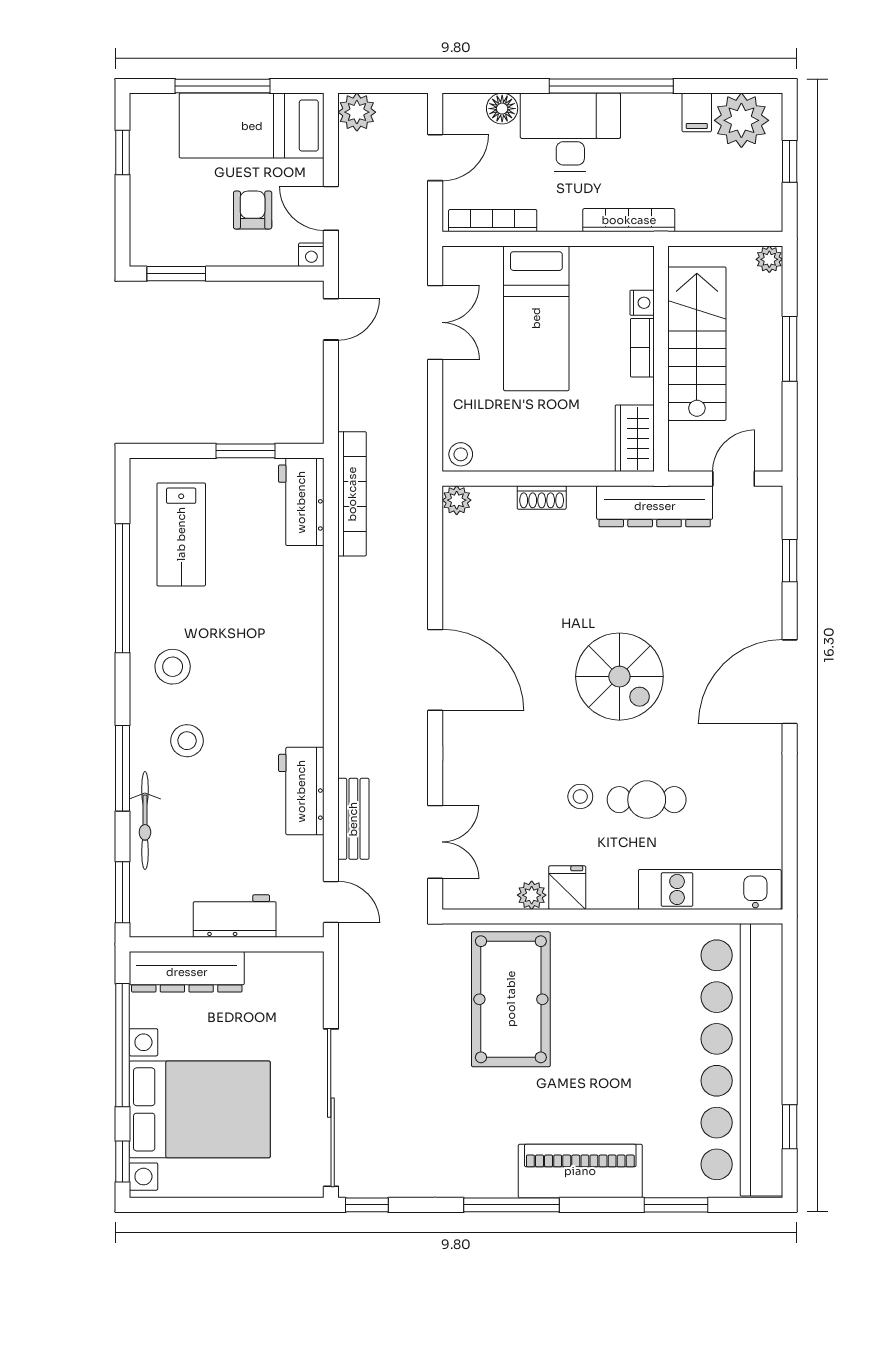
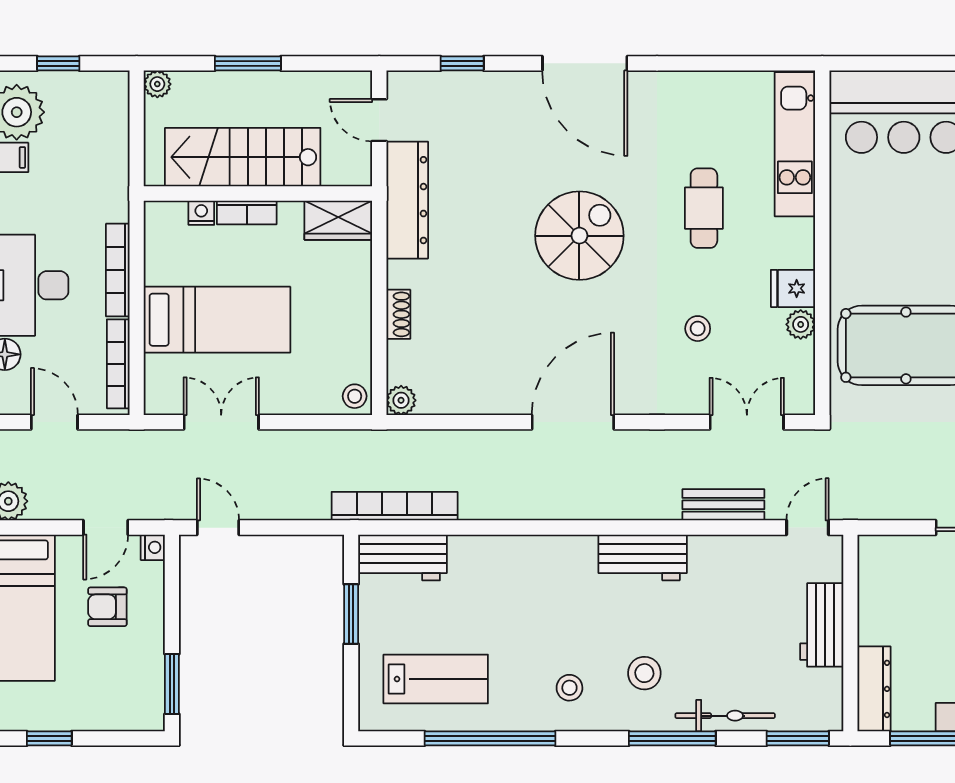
bookcase: (629, 220) -> (118, 270), moved
stool: (173, 667) -> (569, 688), width x0.73, depth x0.73
workbench: (301, 791) -> (643, 557), moved
stool: (580, 796) -> (698, 329), moved
dresser: (187, 972) -> (874, 689), width x0.73, depth x0.80

